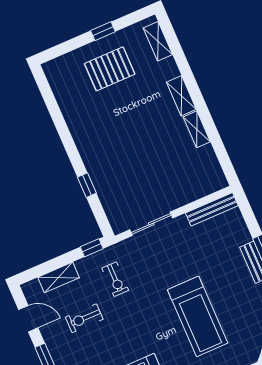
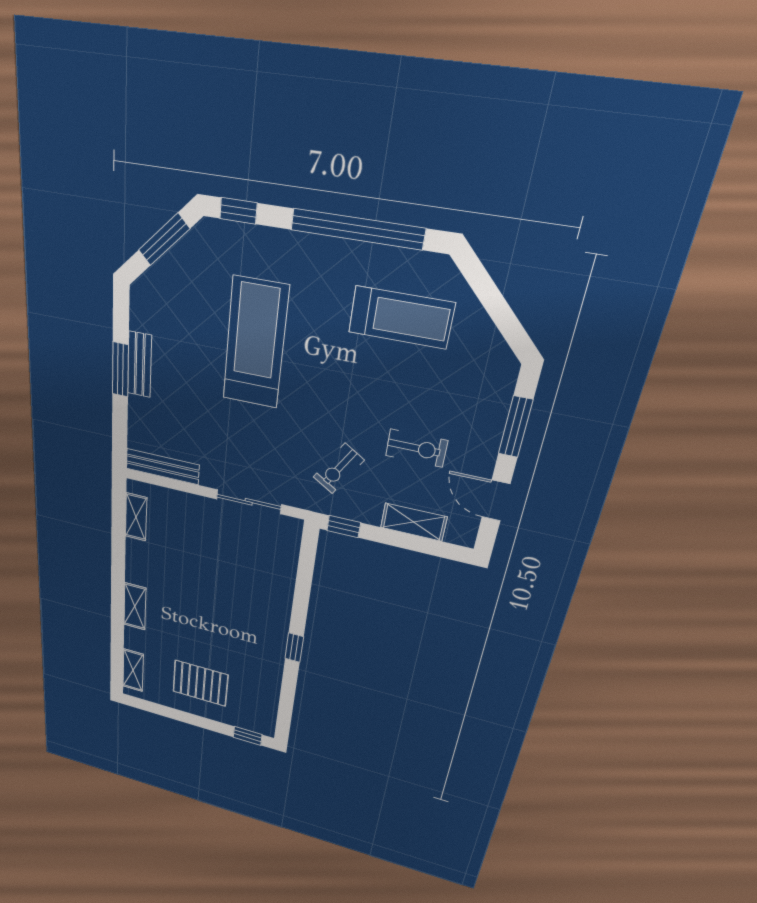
window: (103, 31) -> (248, 736), moved
shelving: (197, 129) -> (136, 517), moved
window: (87, 185) -> (294, 648), moved
exercise bike: (115, 279) -> (338, 469), turned -148

